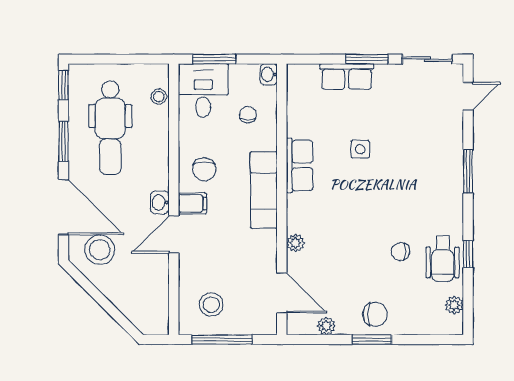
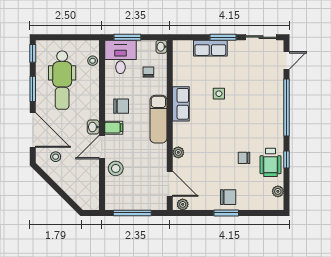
chair: (204, 169) -> (121, 106), turned -90
window: (468, 171) -> (286, 108), width x2.11
stool: (100, 250) -> (56, 157), width x0.53, depth x0.53
stool: (211, 305) -> (116, 168), moved
plant: (326, 326) -> (183, 204), moved

